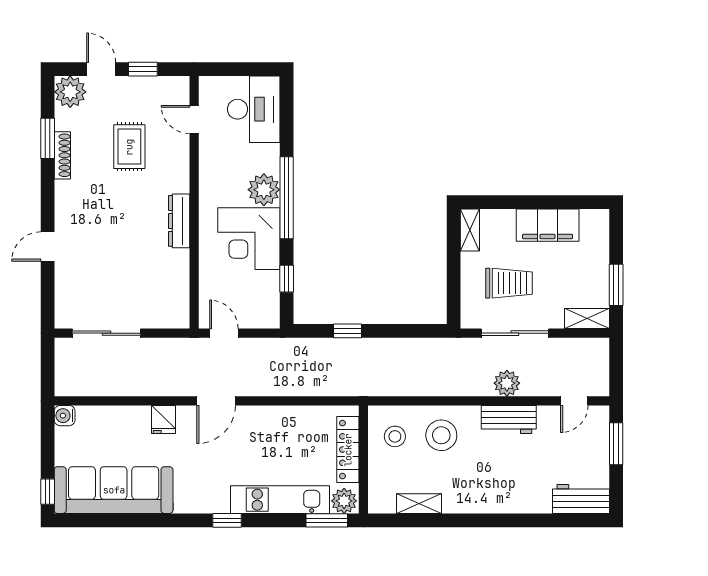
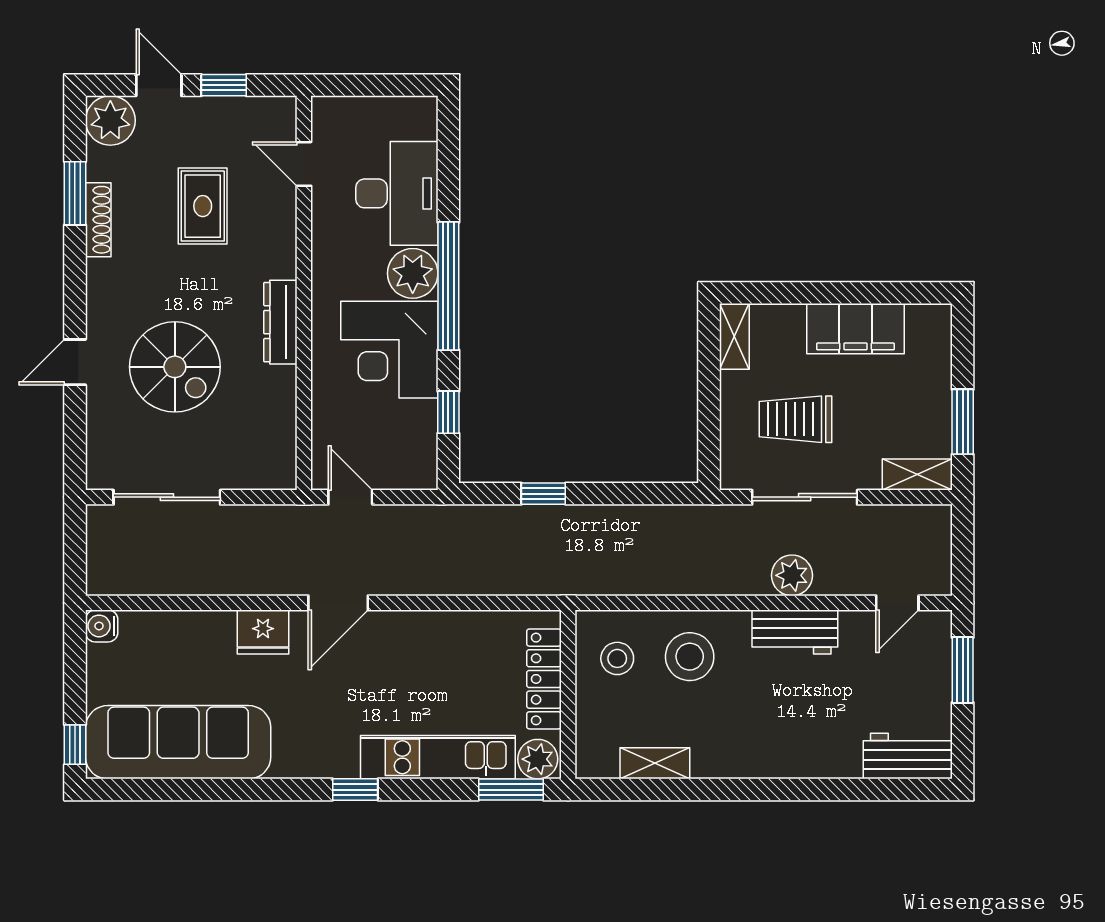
desk: (254, 109) -> (397, 193), moved
spiral stairs: (112, 250) -> (175, 367), added
trolley: (509, 283) -> (795, 419), turned 180
fridge: (163, 419) -> (263, 632), width x1.38

